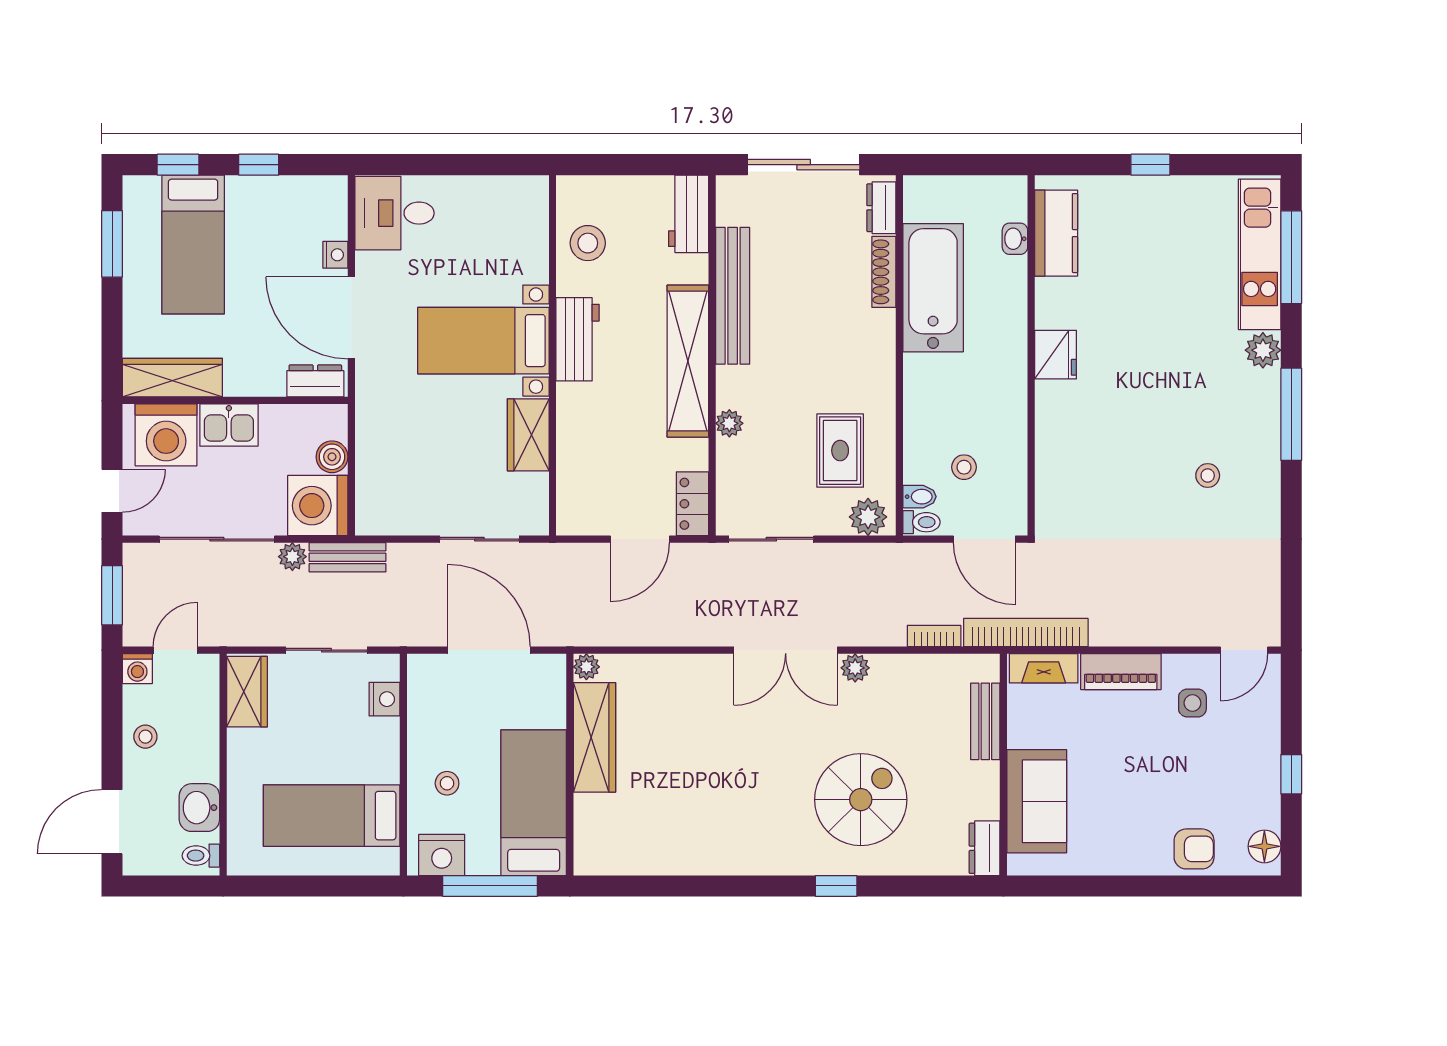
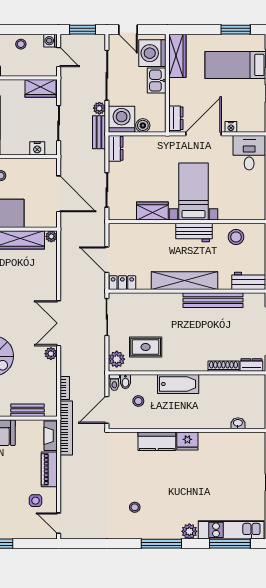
kitchen counter: (1056, 233) -> (157, 441), moved
bathtub: (933, 288) -> (178, 384), moved, width x0.73, depth x0.73
plant: (729, 423) -> (157, 299), removed
dresser: (384, 519) -> (116, 148), added
door: (489, 650) -> (59, 194), hinge flipped

